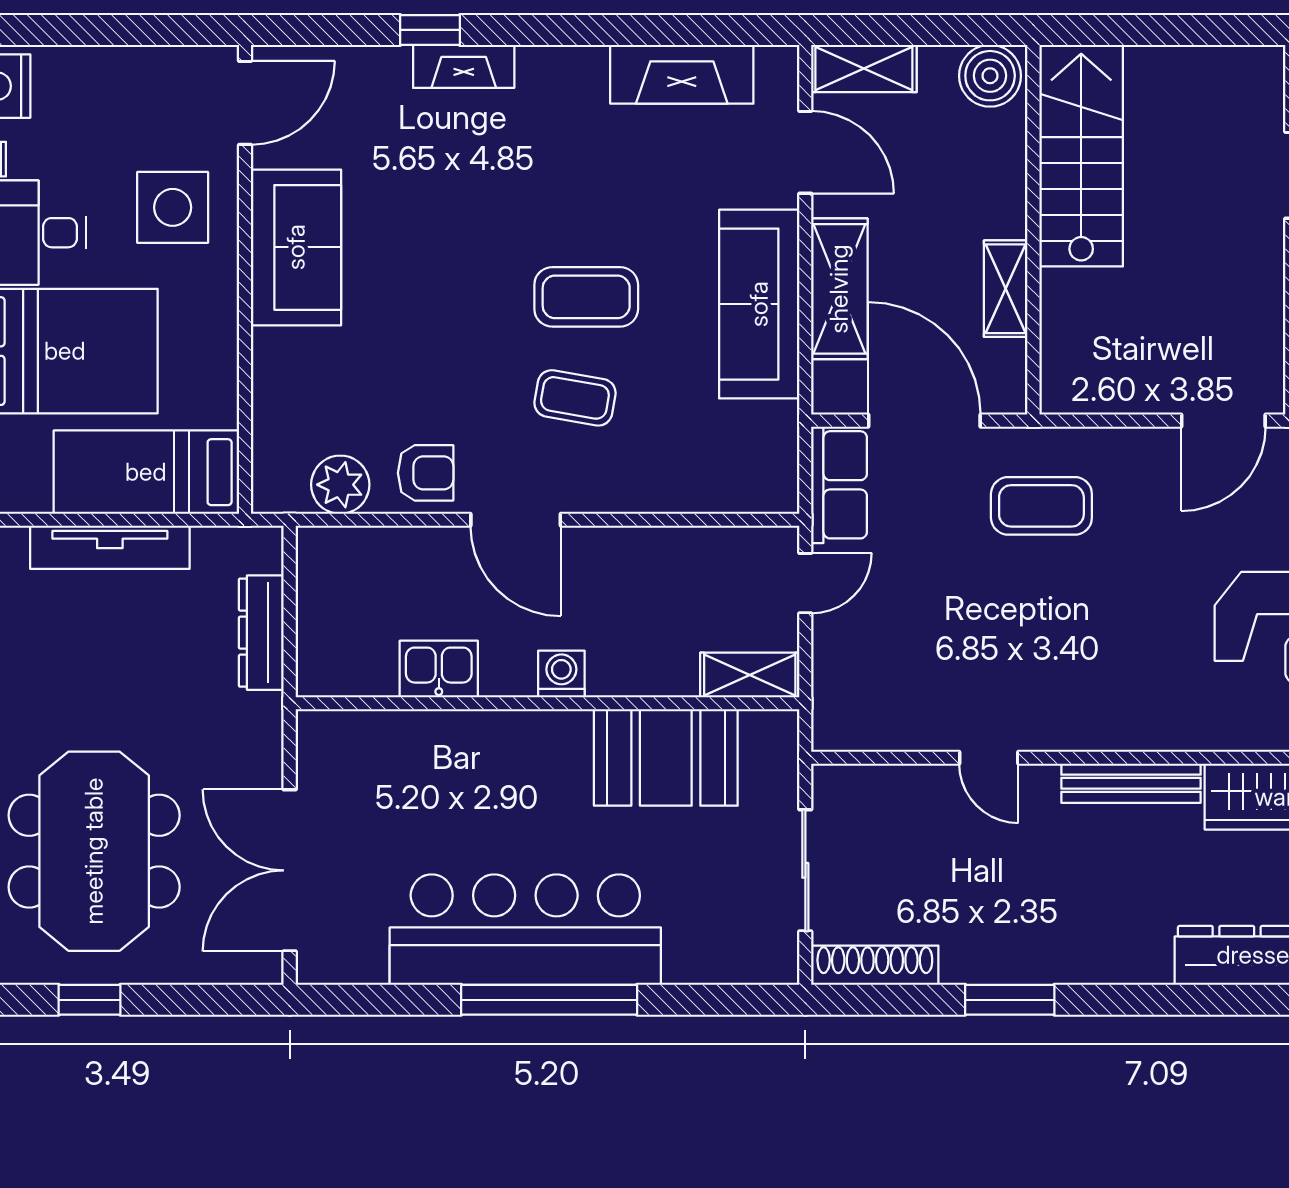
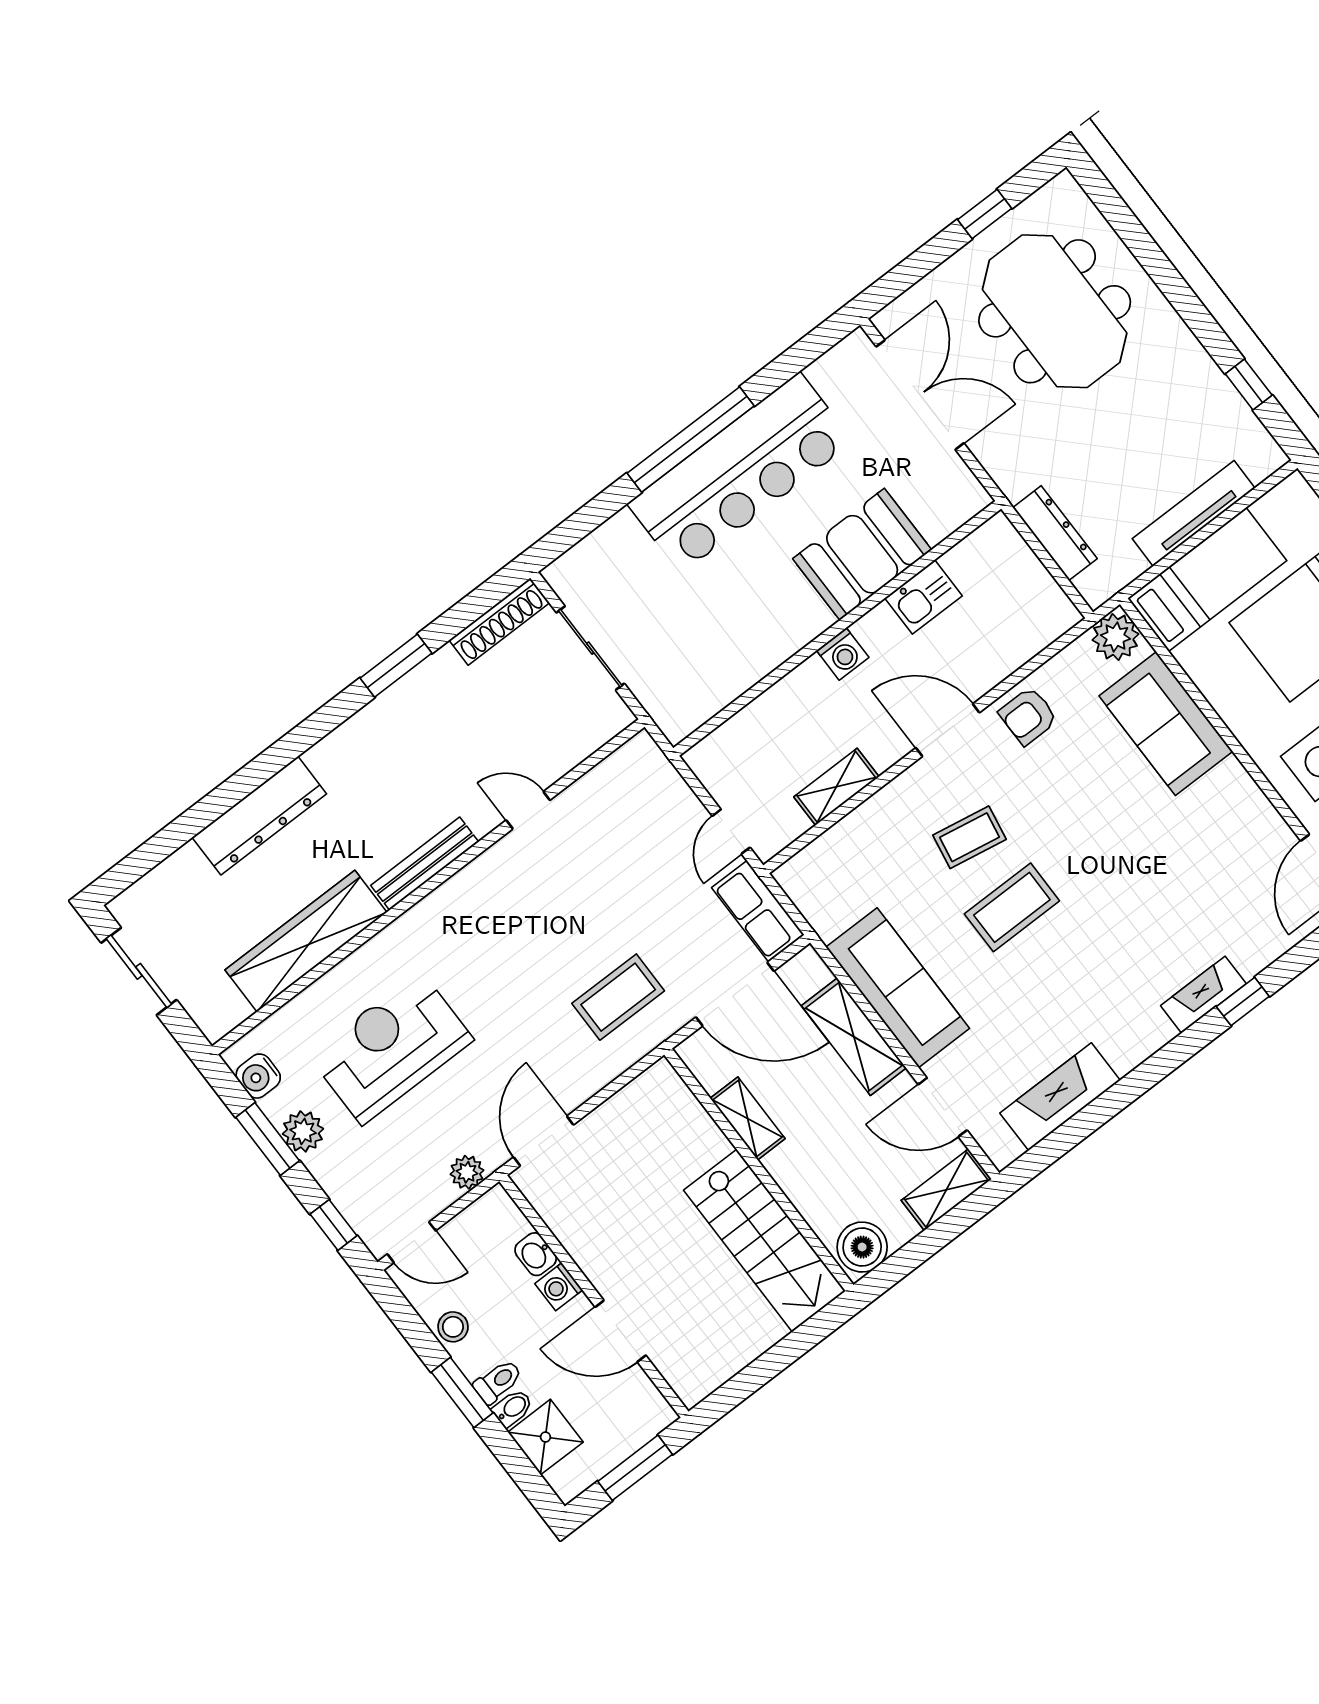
sofa: (296, 247) -> (1166, 724), moved
plant: (340, 485) -> (1116, 637), moved
shelving: (750, 675) -> (836, 787), moved
booth: (666, 757) -> (862, 554), moved

